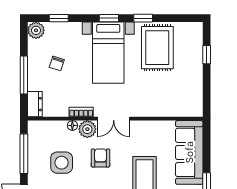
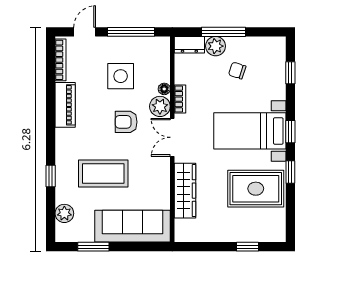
plant: (36, 30) -> (216, 46), moved
wardrobe: (159, 108) -> (185, 191), added
armchair: (100, 158) -> (126, 122), turned 180

